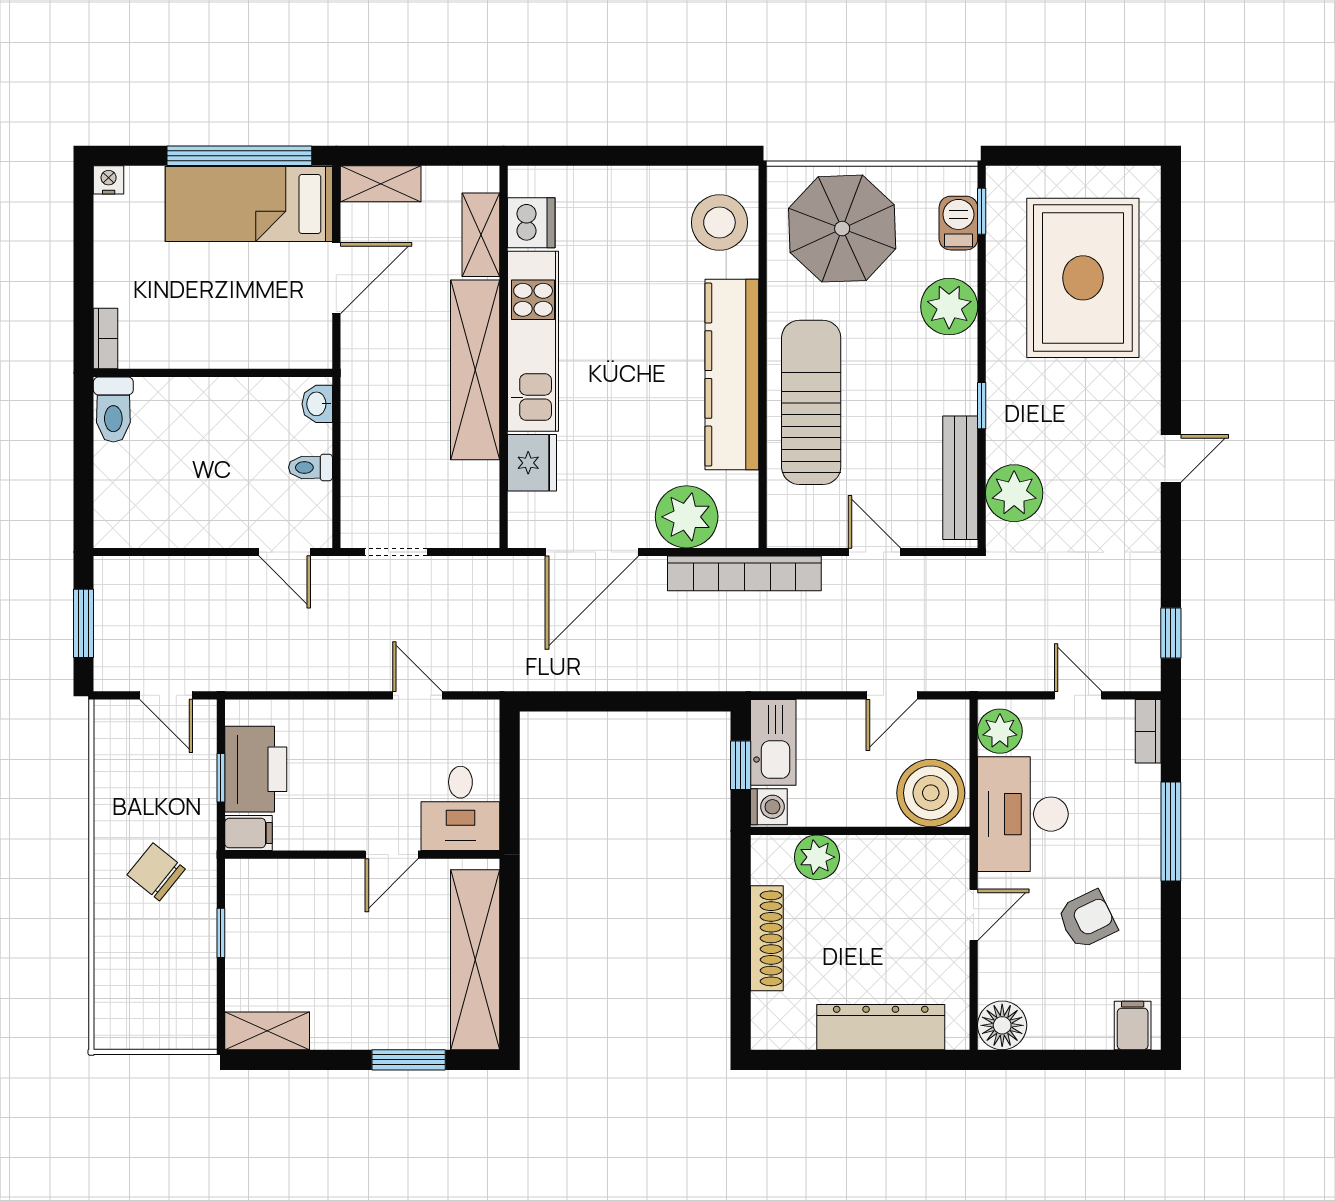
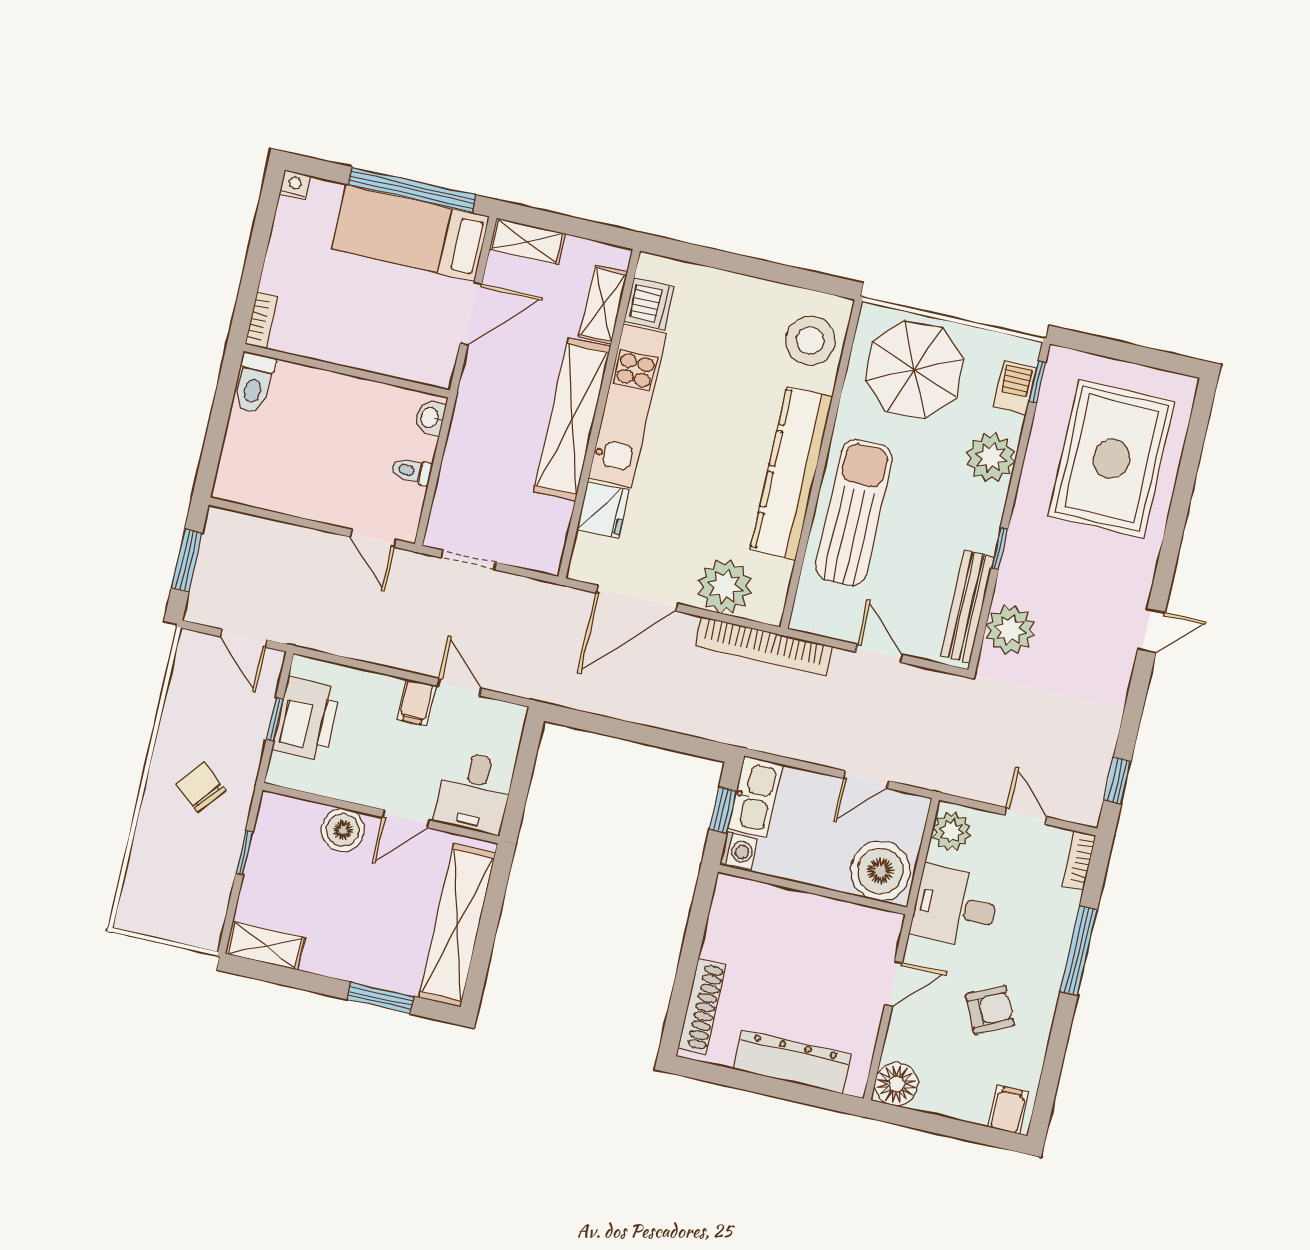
desk: (1023, 814) -> (955, 907), width x0.73
filing cabinet: (248, 833) -> (416, 702), moved, turned 90
plant: (817, 857) -> (770, 904), removed
boiler: (324, 883) -> (343, 830), added
shoe rack: (767, 938) -> (702, 1006), moved

